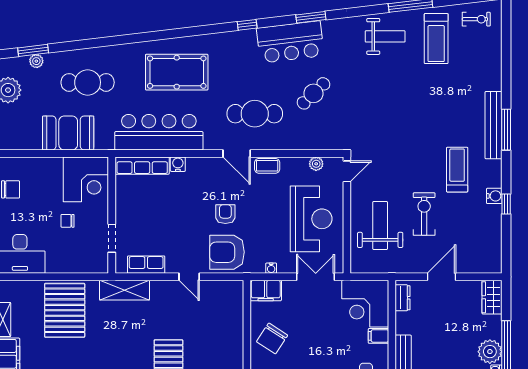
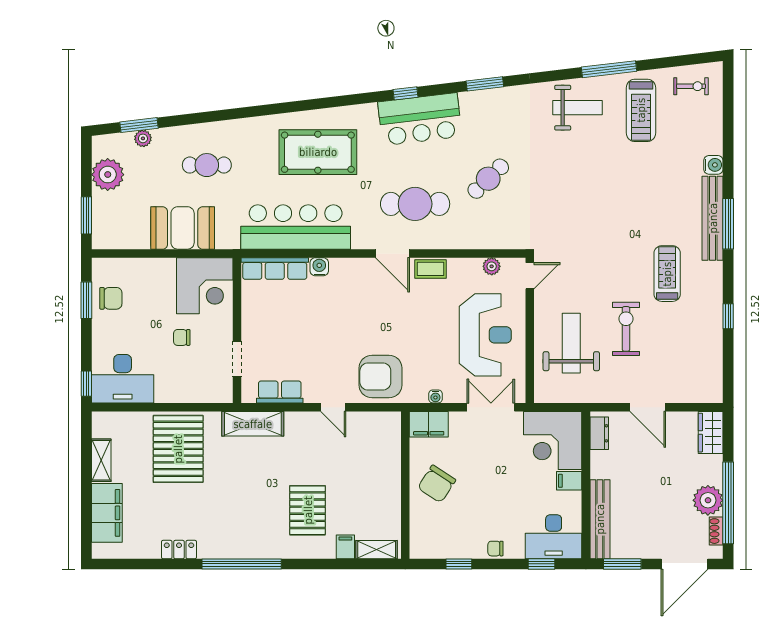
bar counter: (290, 42) -> (420, 119), moved
cafe table: (88, 82) -> (207, 165), width x0.73, depth x0.74
water cooler: (494, 196) -> (713, 165), moved
armchair: (225, 214) -> (378, 329), removed
door: (442, 277) -> (648, 407), swing flipped

